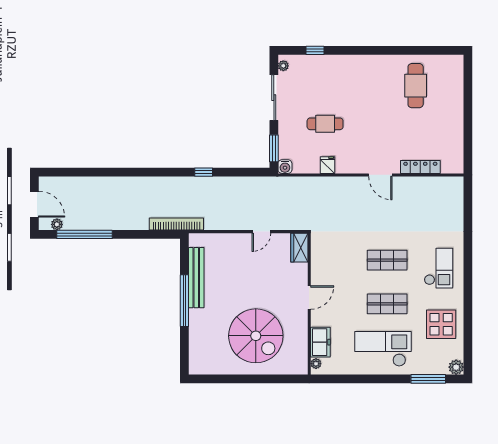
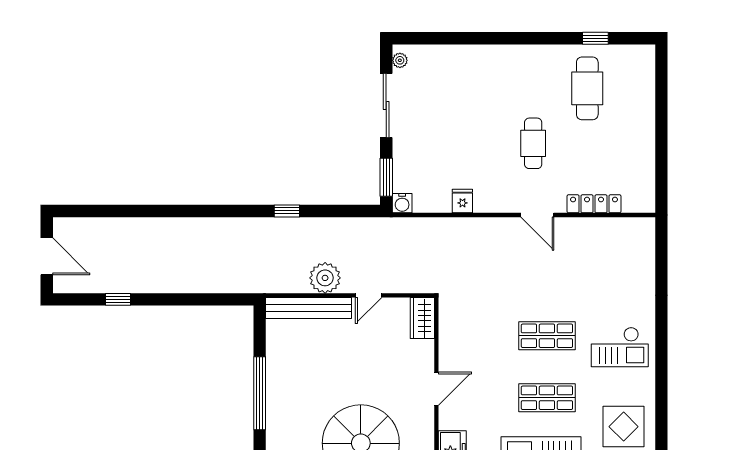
window: (315, 50) -> (595, 38), moved
cafe table: (325, 124) -> (533, 143), moved, turned 90
plant: (57, 224) -> (325, 278), moved, width x1.88, depth x1.88
bookcase: (176, 224) -> (248, 285), removed
window: (85, 234) -> (118, 299), width x0.32
checkout: (438, 268) -> (620, 347), turned 90
bench: (196, 278) -> (309, 308), moved, turned 90

